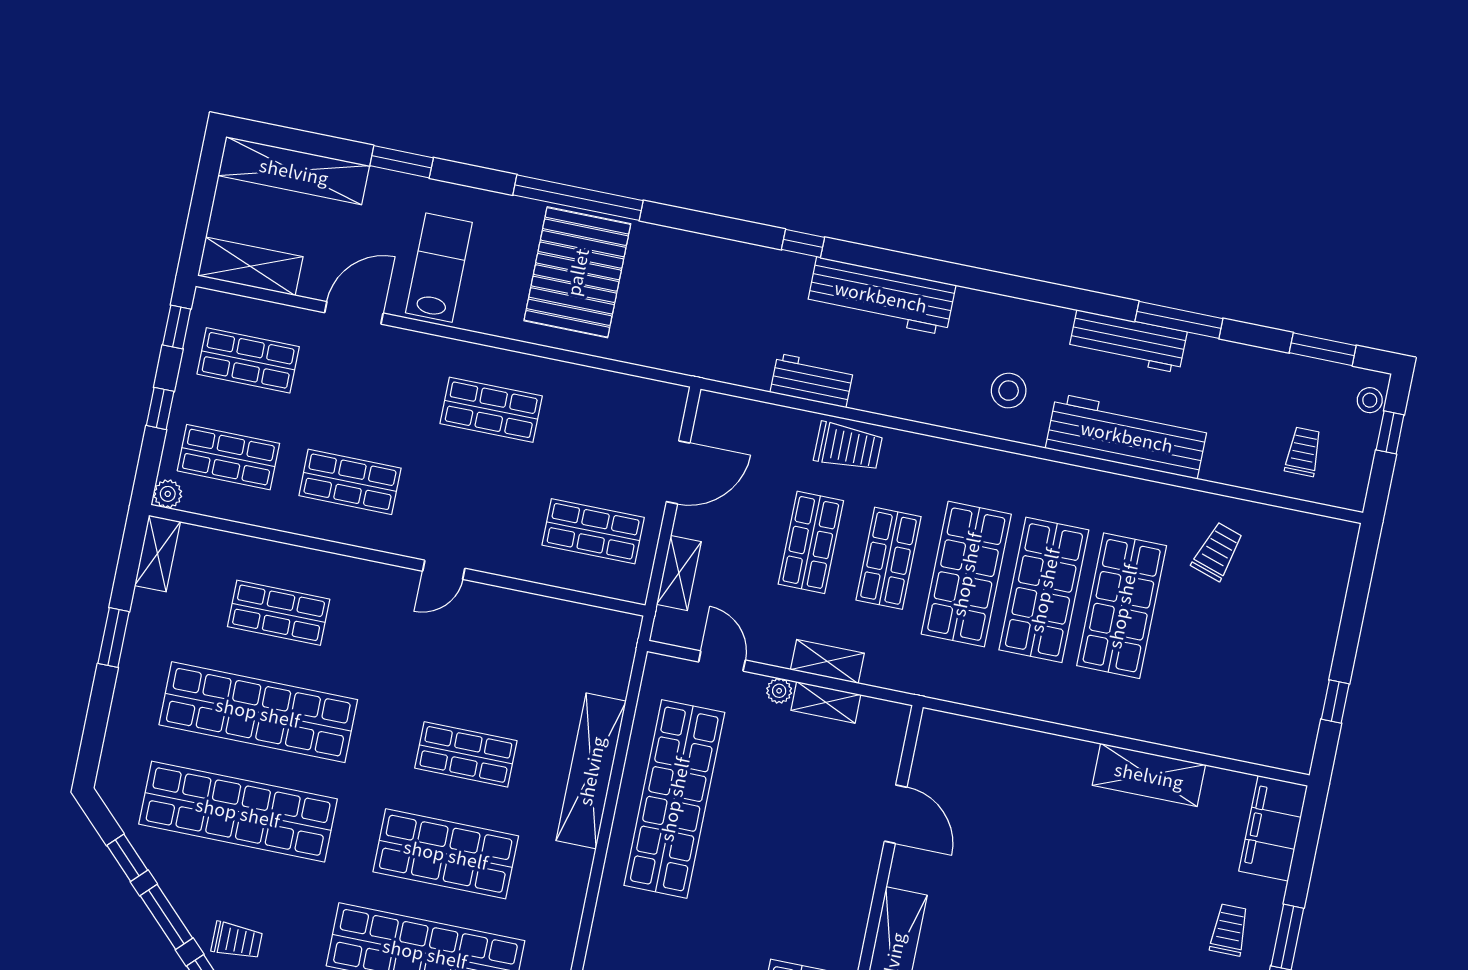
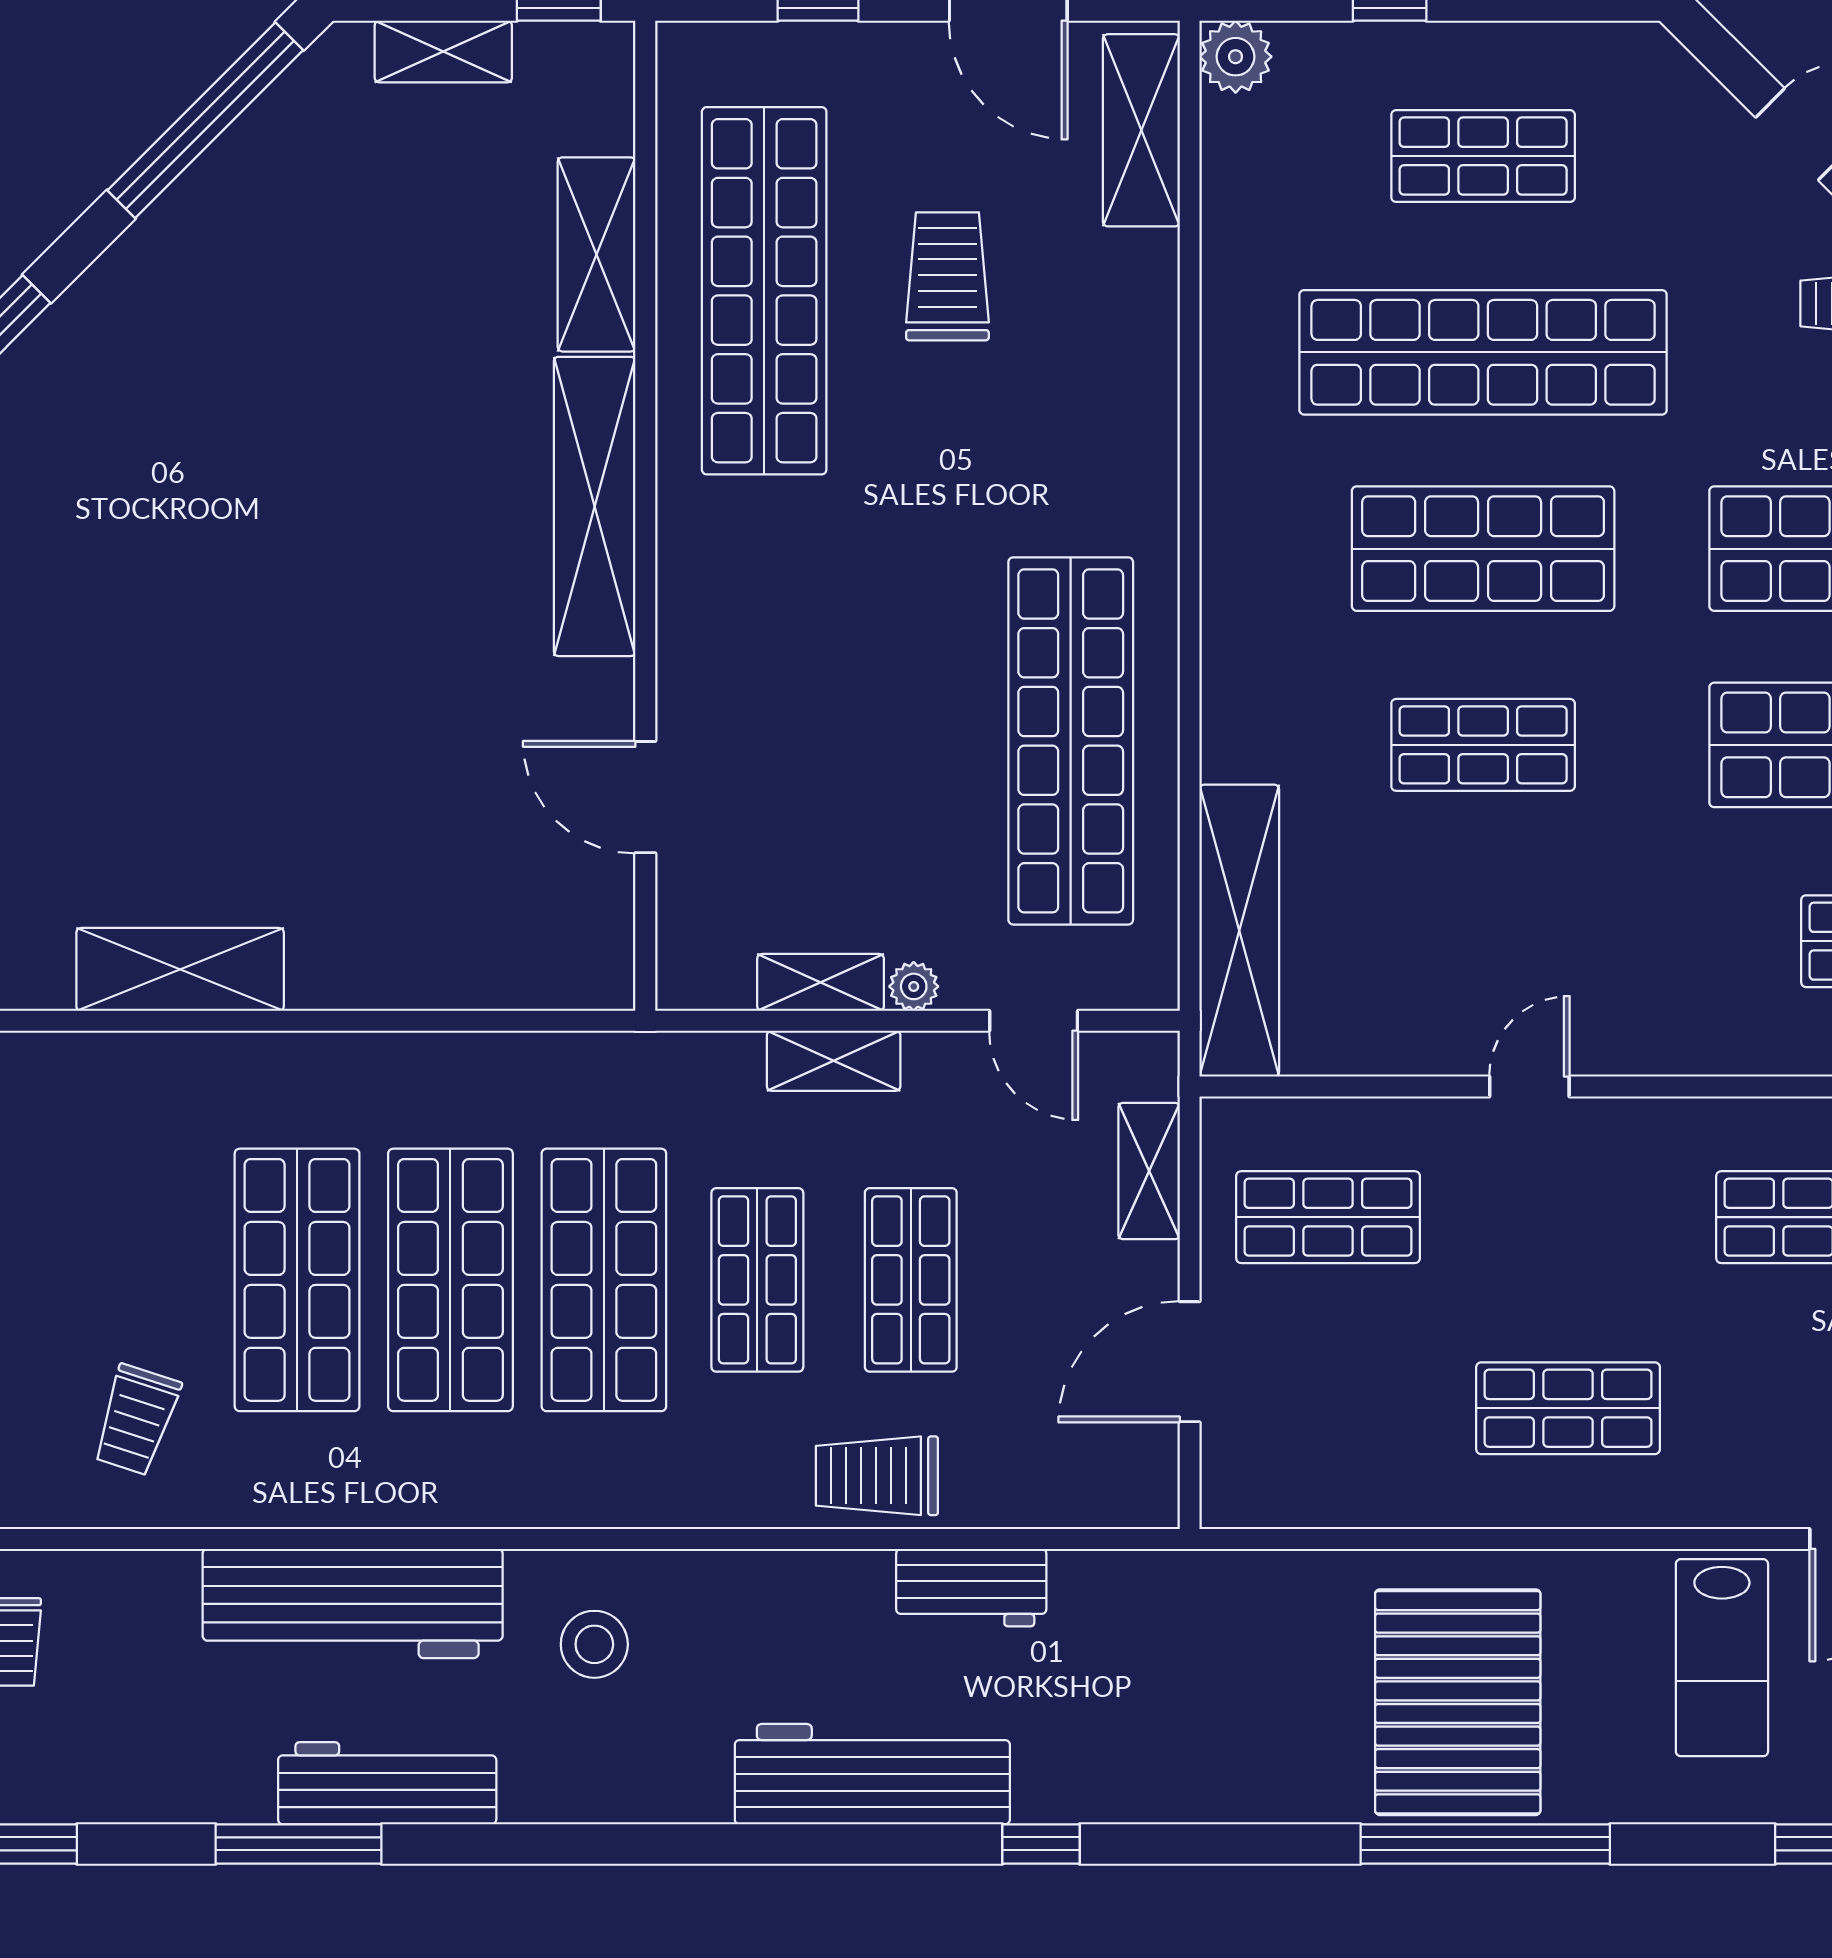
door: (444, 570) -> (1529, 1086), moved
shelving: (591, 771) -> (1239, 931), moved

